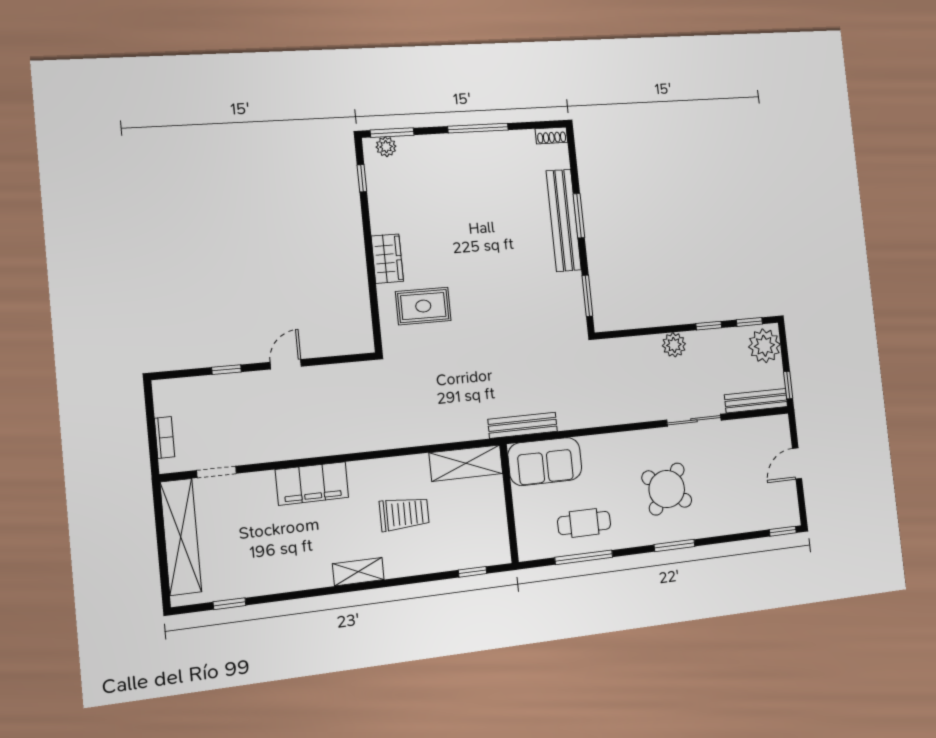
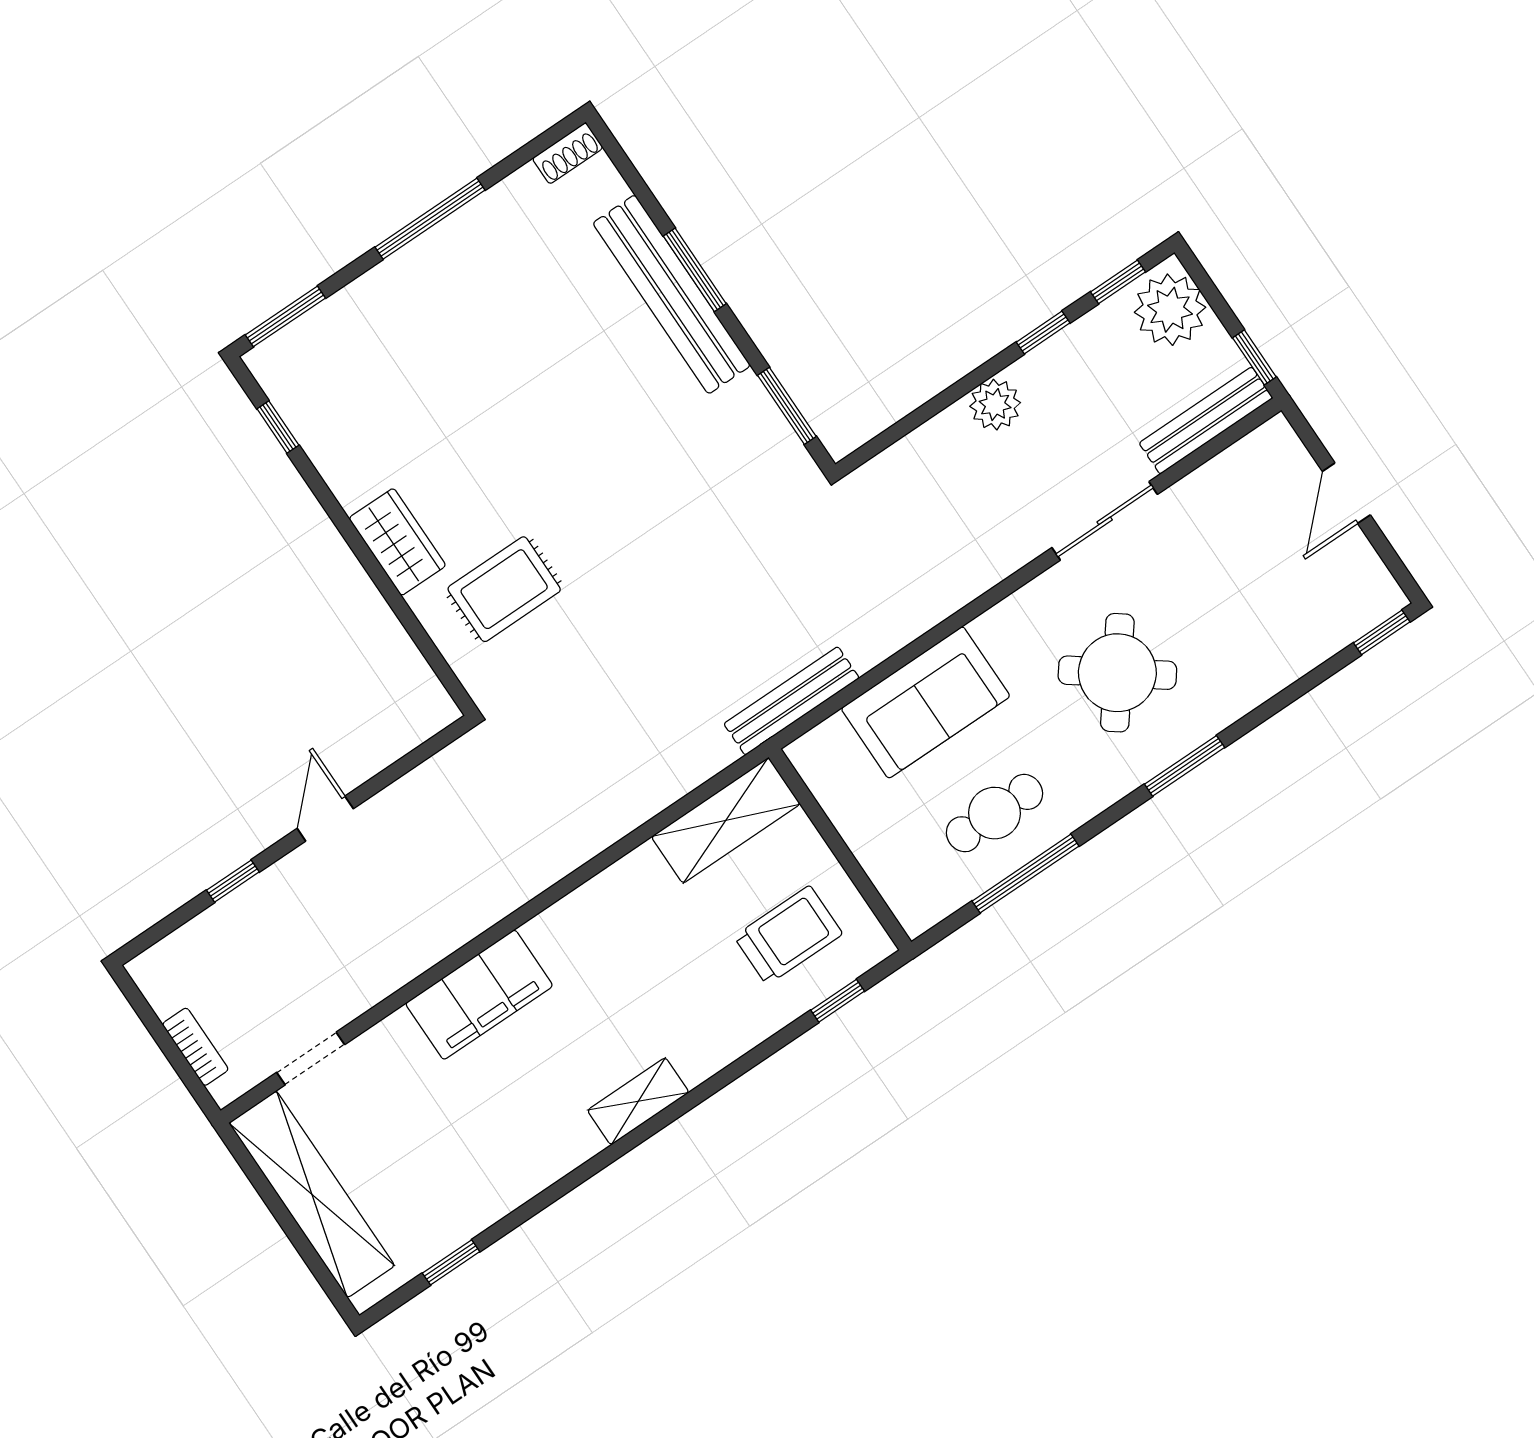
plant: (386, 147) -> (289, 347), removed
sofa: (545, 462) -> (926, 702), moved
trolley: (404, 514) -> (788, 935), moved

